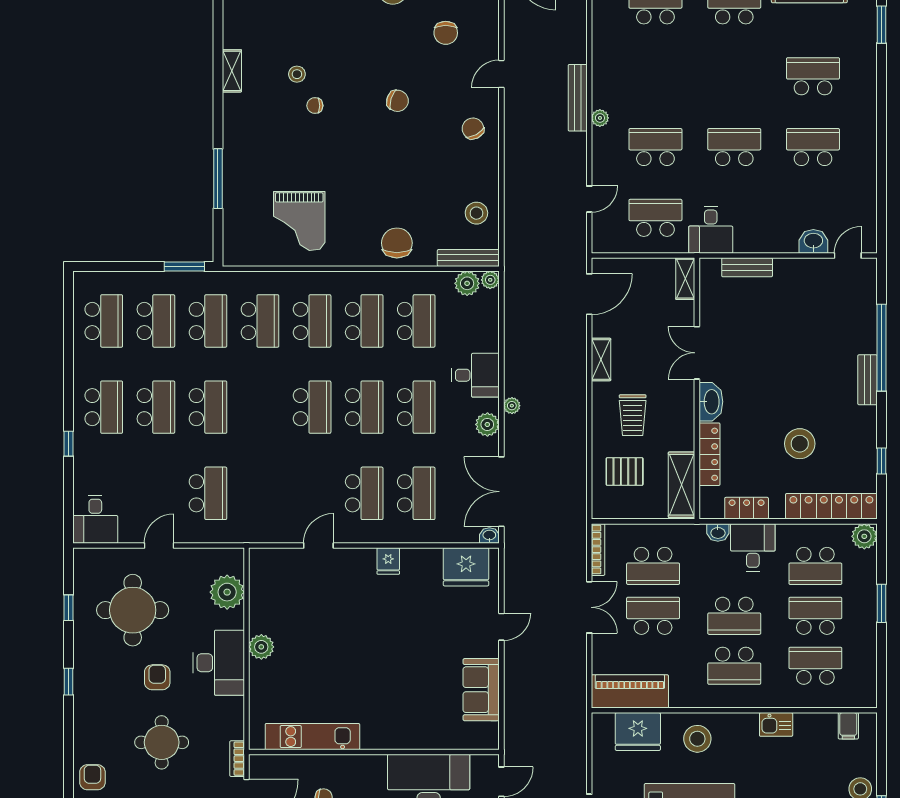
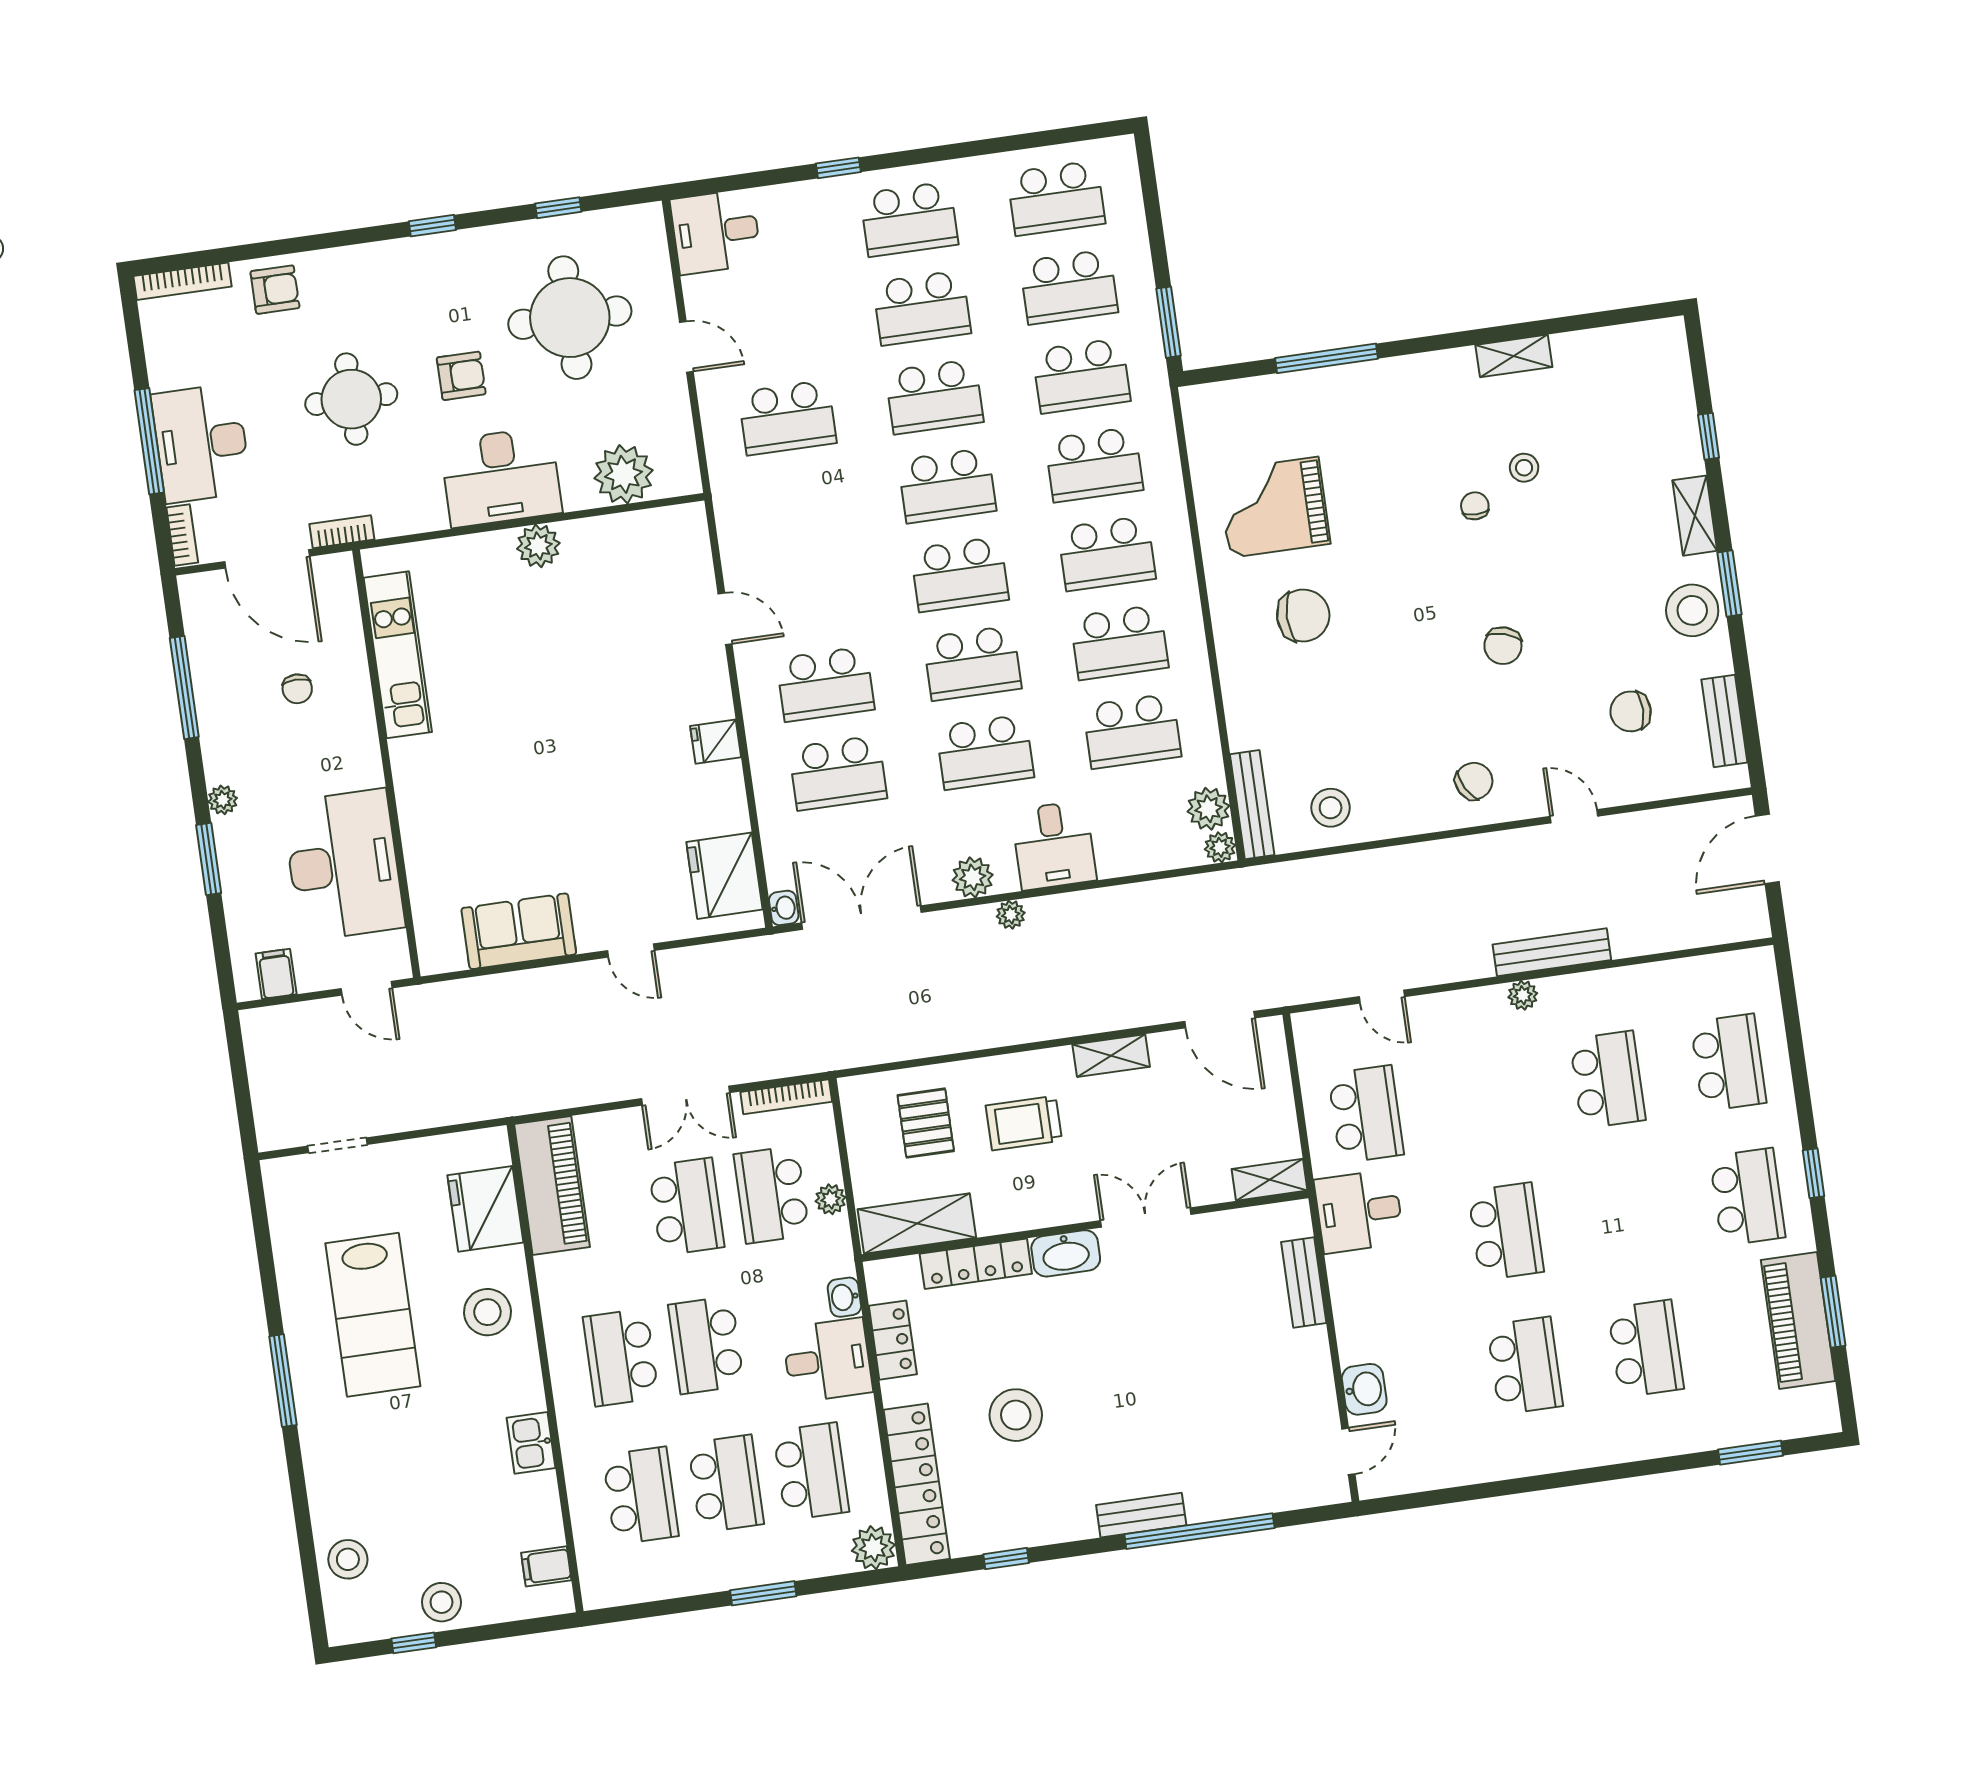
school desk: (655, 147) -> (1608, 1080), moved
chair: (397, 243) -> (1303, 615), moved
door: (848, 256) -> (1348, 1451), hinge flipped
school desk: (260, 407) -> (947, 486), added
plant: (661, 532) -> (831, 1199), added
school desk: (815, 566) -> (811, 1471), turned 180

